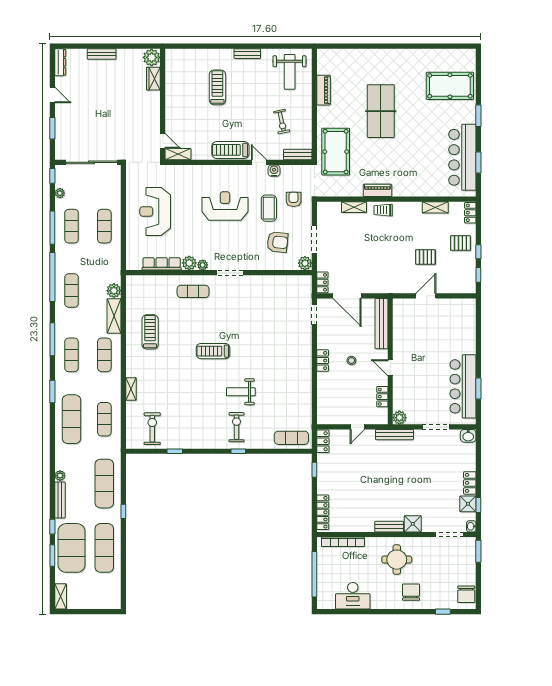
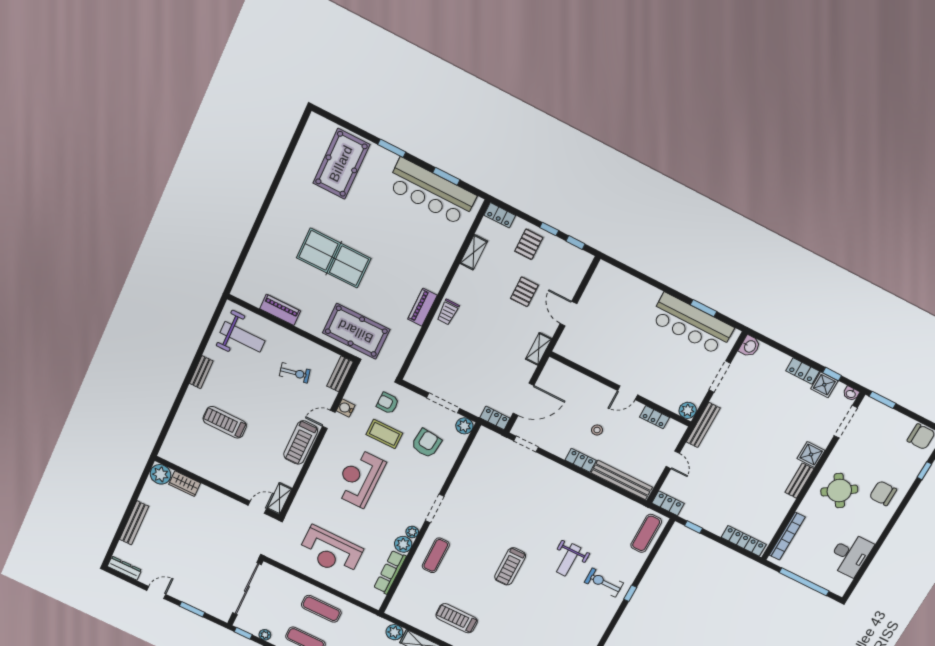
bench: (102, 54) -> (134, 523), width x1.36
shelving: (354, 207) -> (539, 349), moved
bench: (381, 324) -> (622, 480), moved
round table: (397, 560) -> (839, 491), turned -33

